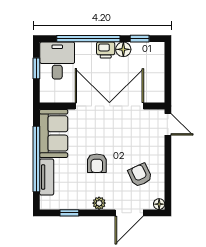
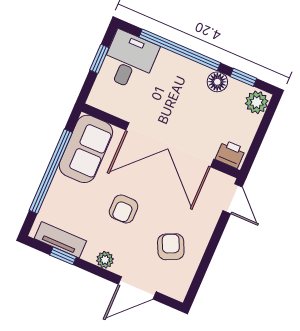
printer: (106, 50) -> (230, 154), moved, turned 180
plant: (156, 52) -> (257, 102), added
double door: (109, 106) -> (170, 145), swing flipped
tv unit: (47, 177) -> (60, 240), moved, turned -90
floor lamp: (159, 204) -> (179, 293), removed

